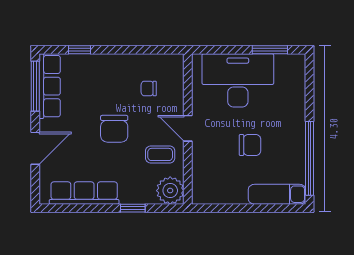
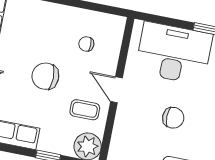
chair: (114, 129) -> (45, 76), turned 90

